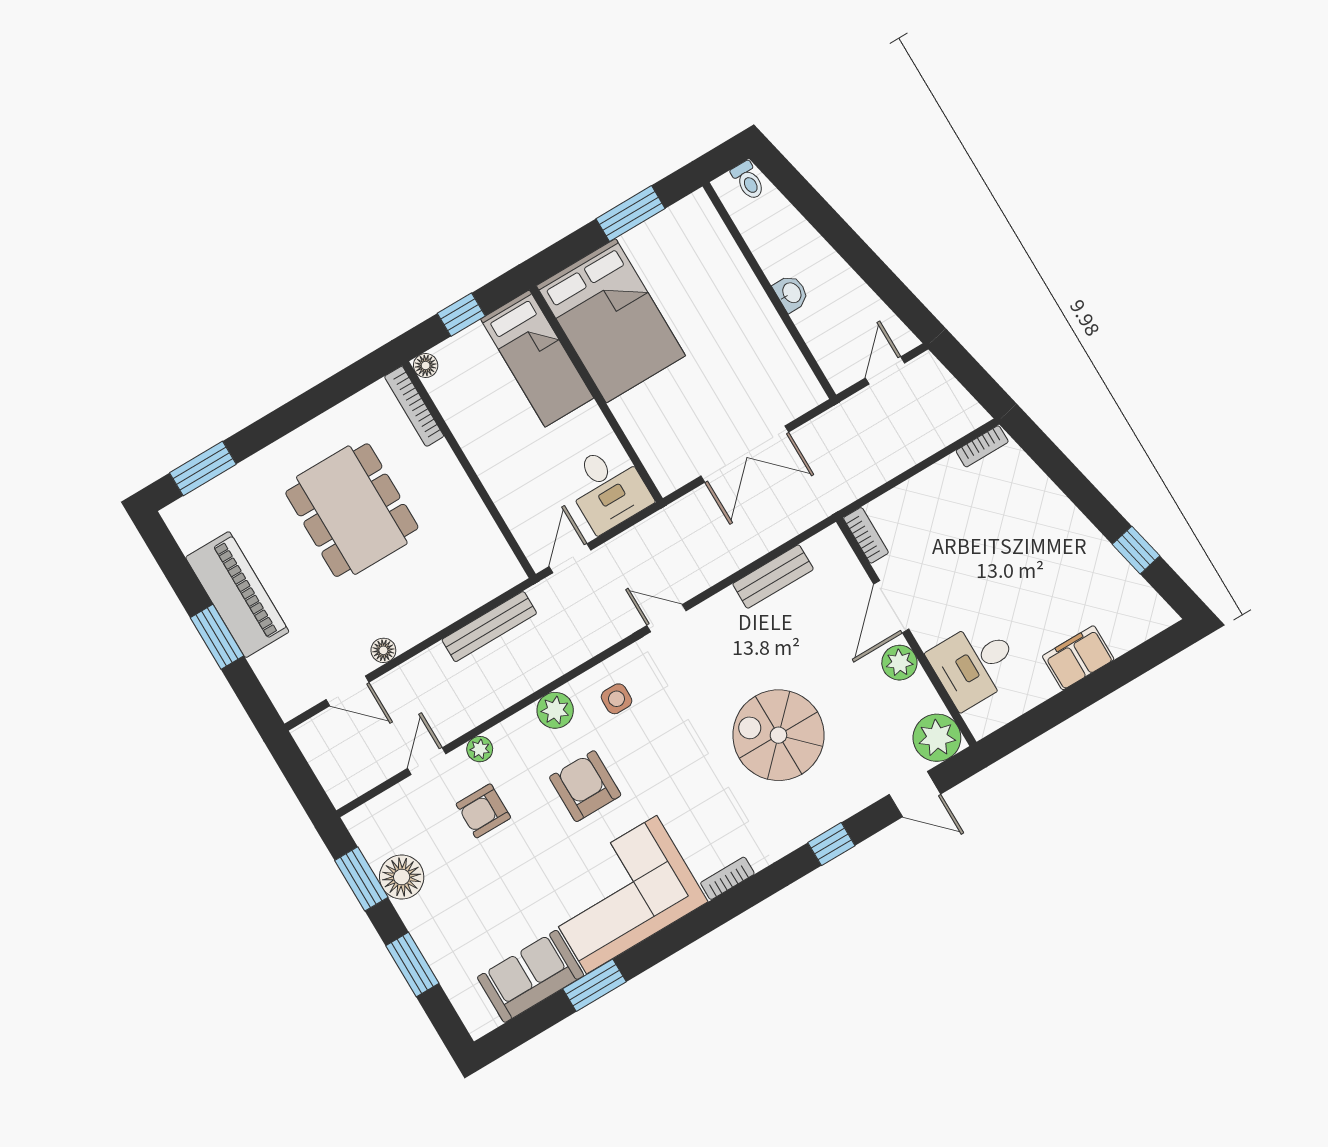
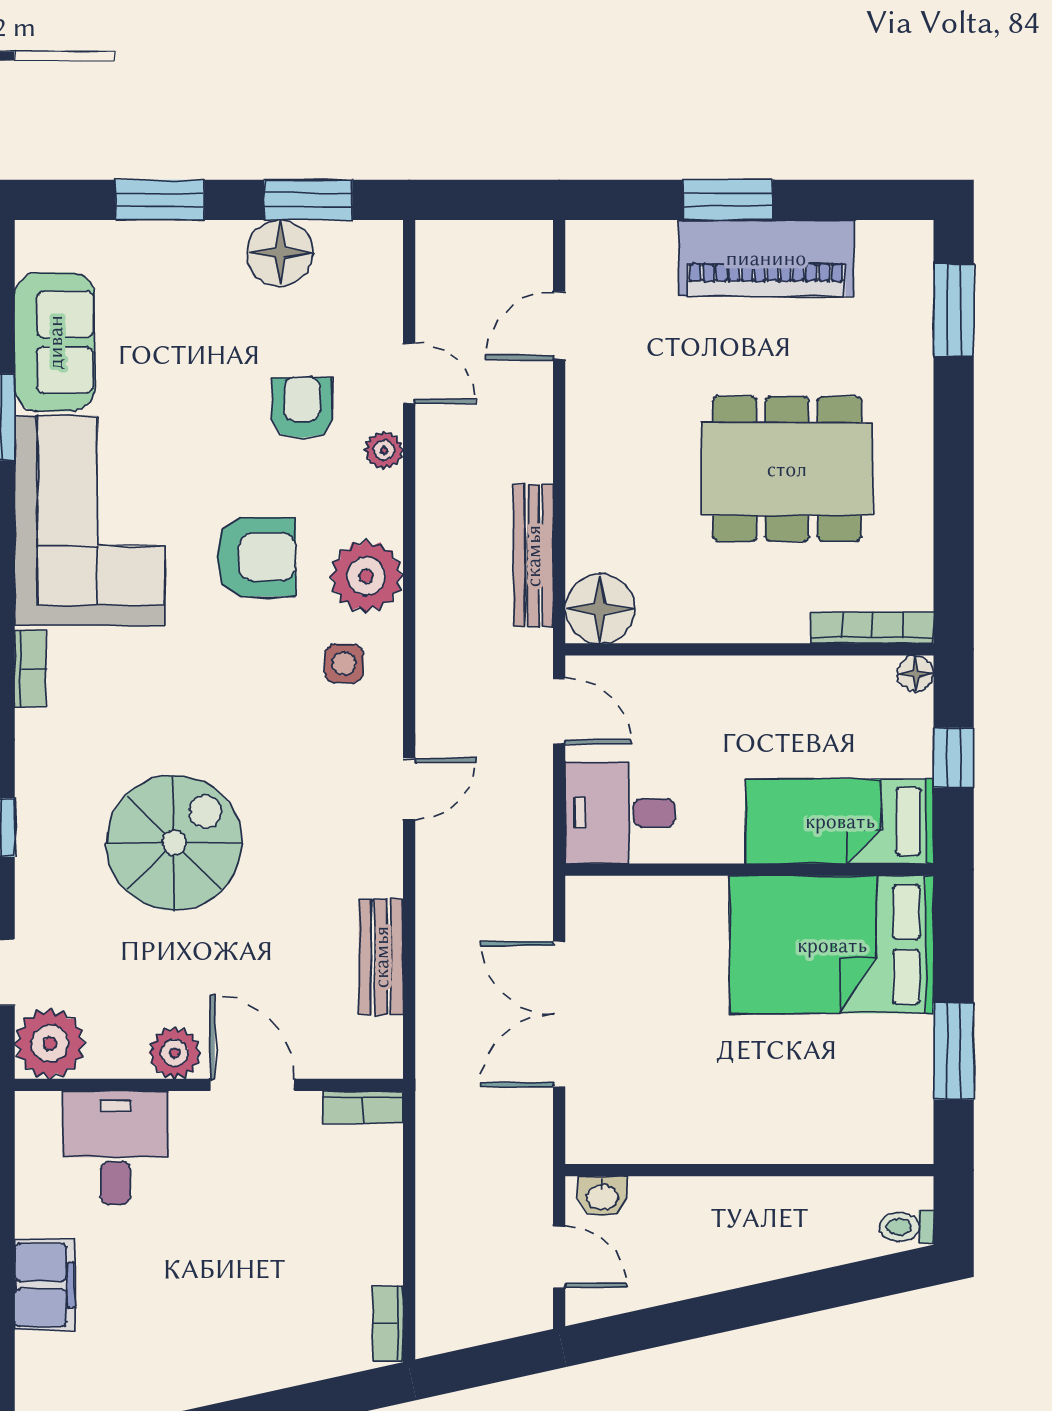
washbasin: (791, 293) -> (602, 1196), moved
floor lamp: (383, 650) -> (600, 609), moved, width x1.89, depth x1.89
plant: (555, 710) -> (366, 576), width x1.36, depth x1.36

